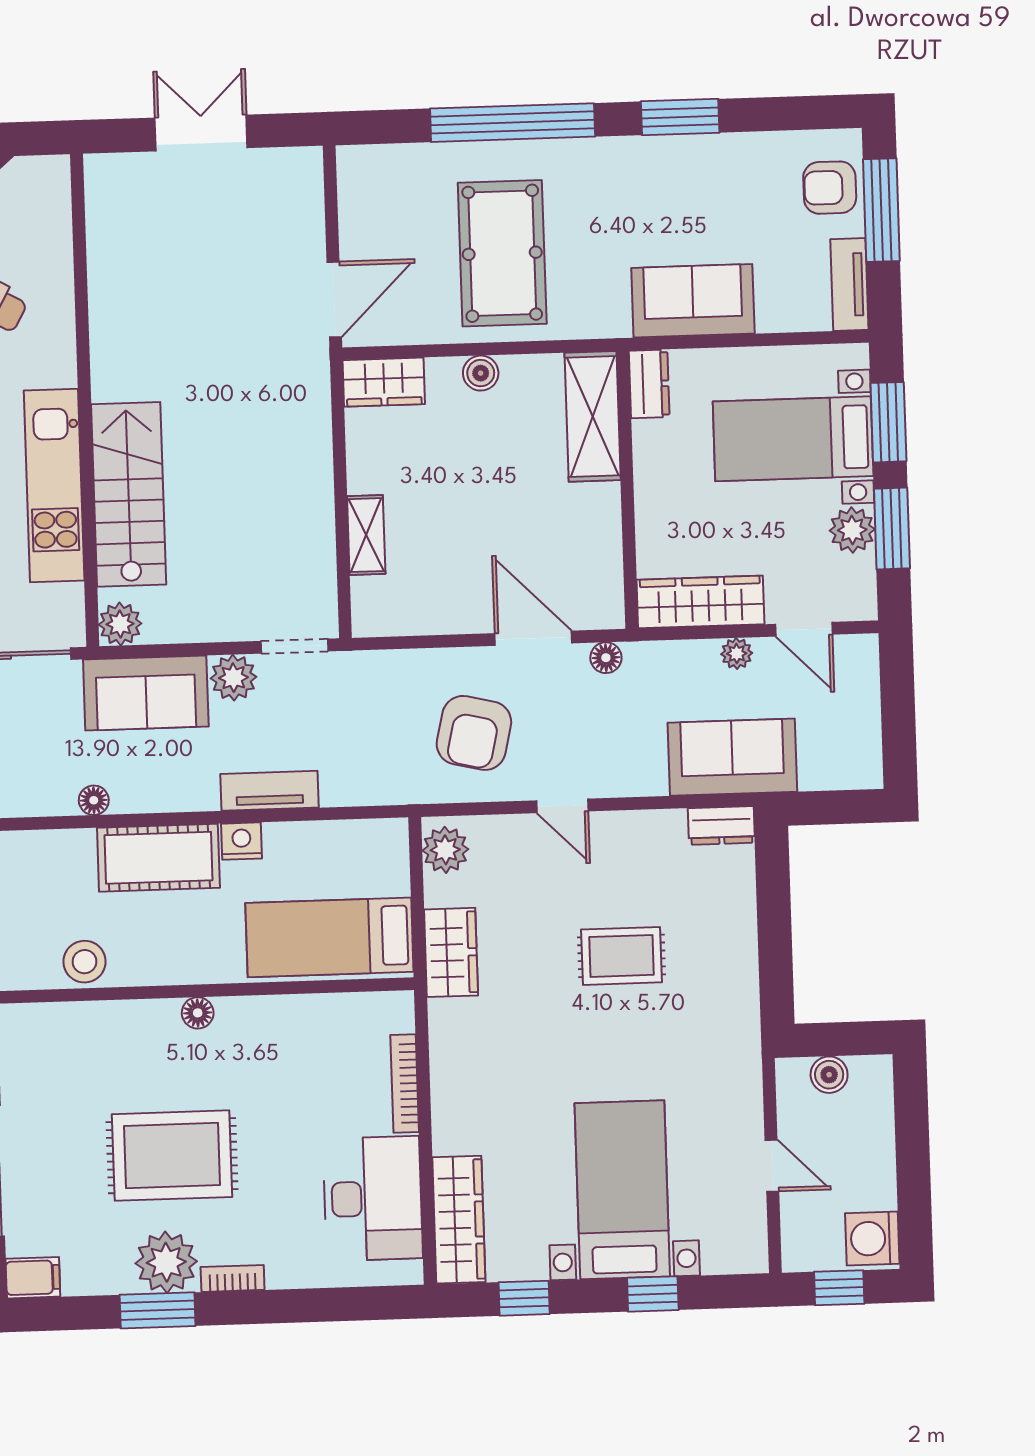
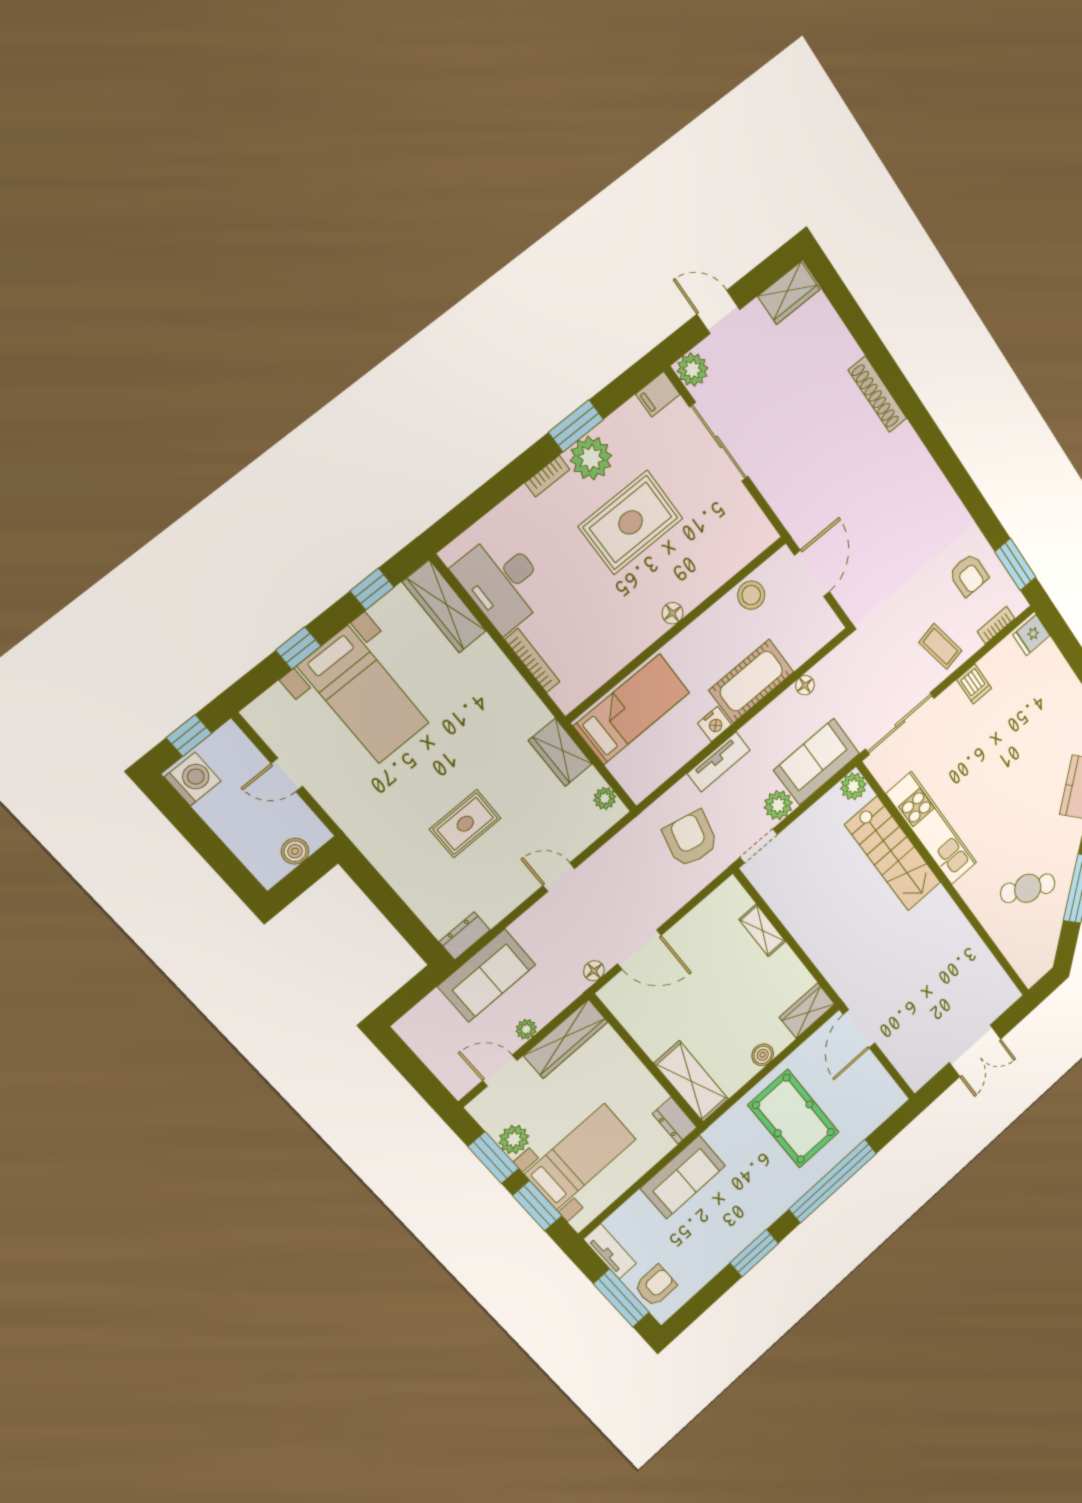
armchair: (474, 733) -> (691, 839), moved
plant: (445, 850) -> (605, 798), width x0.73, depth x0.73

